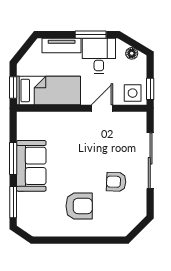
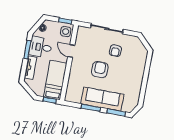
sofa: (31, 166) -> (102, 99), width x1.36
armchair: (79, 206) -> (100, 70), moved

